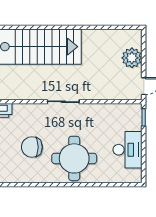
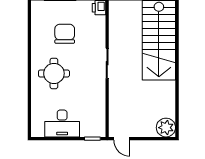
plant: (132, 58) -> (166, 128), moved
round table: (74, 158) -> (54, 73), width x0.73, depth x0.73

